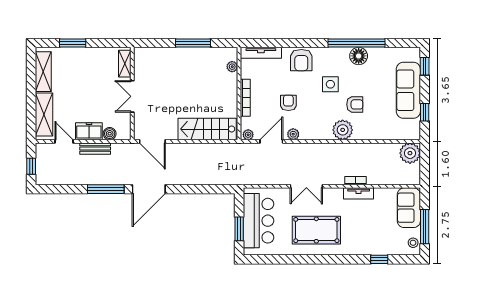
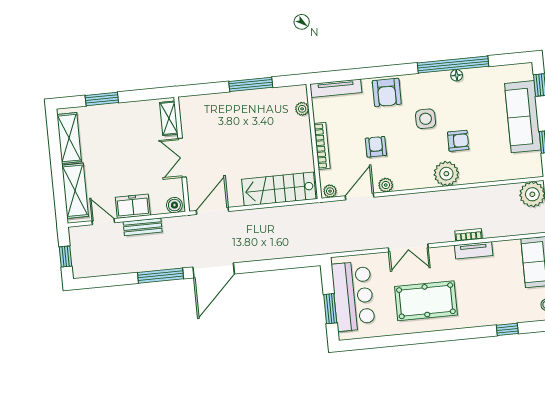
floor lamp: (359, 56) -> (457, 75), width x0.53, depth x0.53
boiler: (110, 134) -> (174, 205), moved
door: (152, 141) -> (212, 211), swing flipped

